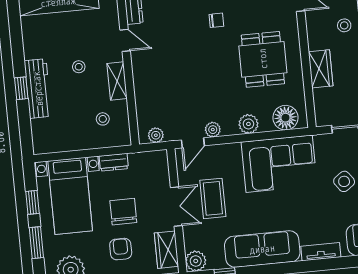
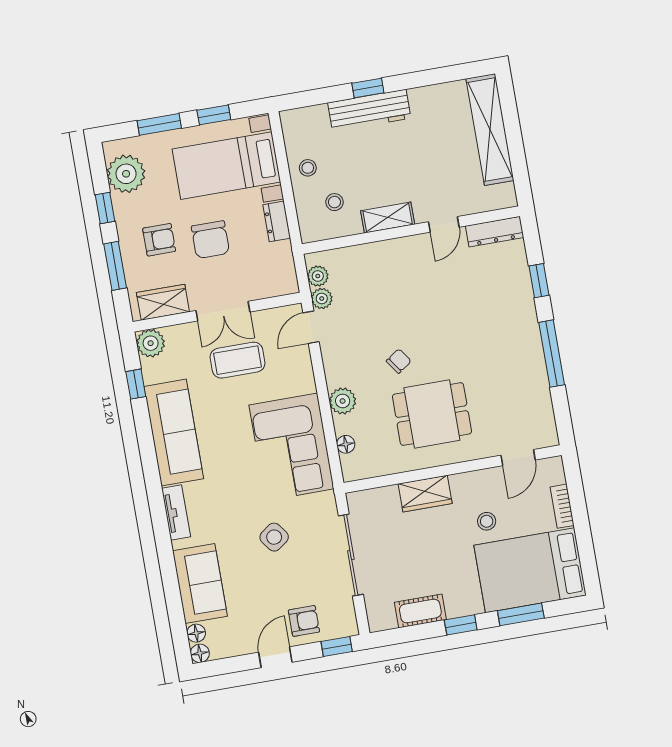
chair: (216, 20) -> (399, 361), moved, turned -125
stool: (79, 67) -> (308, 168), moved
floor lamp: (285, 118) -> (346, 444), width x0.53, depth x0.53
plant: (213, 130) -> (322, 299), moved
door: (193, 143) -> (311, 327), hinge flipped
chair: (123, 212) -> (210, 240), turned 90

